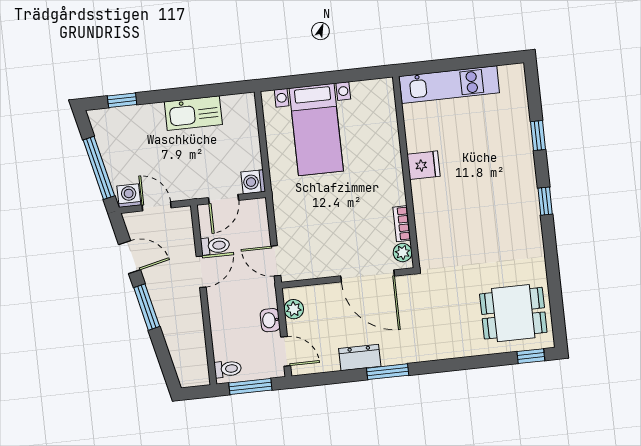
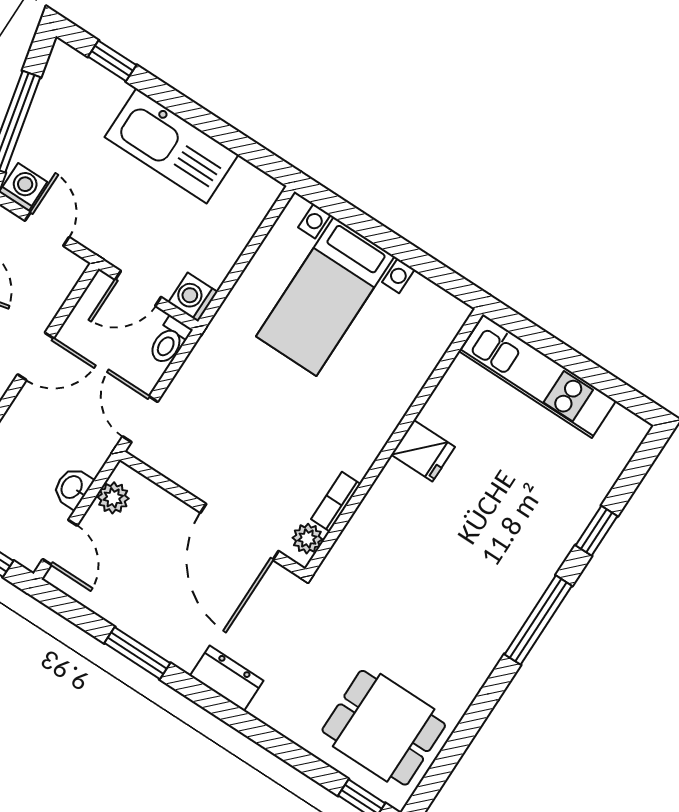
kitchen sink: (193, 113) -> (172, 146), width x1.36, depth x1.24
window: (545, 201) -> (538, 620), width x2.17
toilet: (215, 246) -> (169, 341), moved, turned 90
dresser: (360, 357) -> (227, 678), moved
window: (388, 372) -> (137, 653), moved

